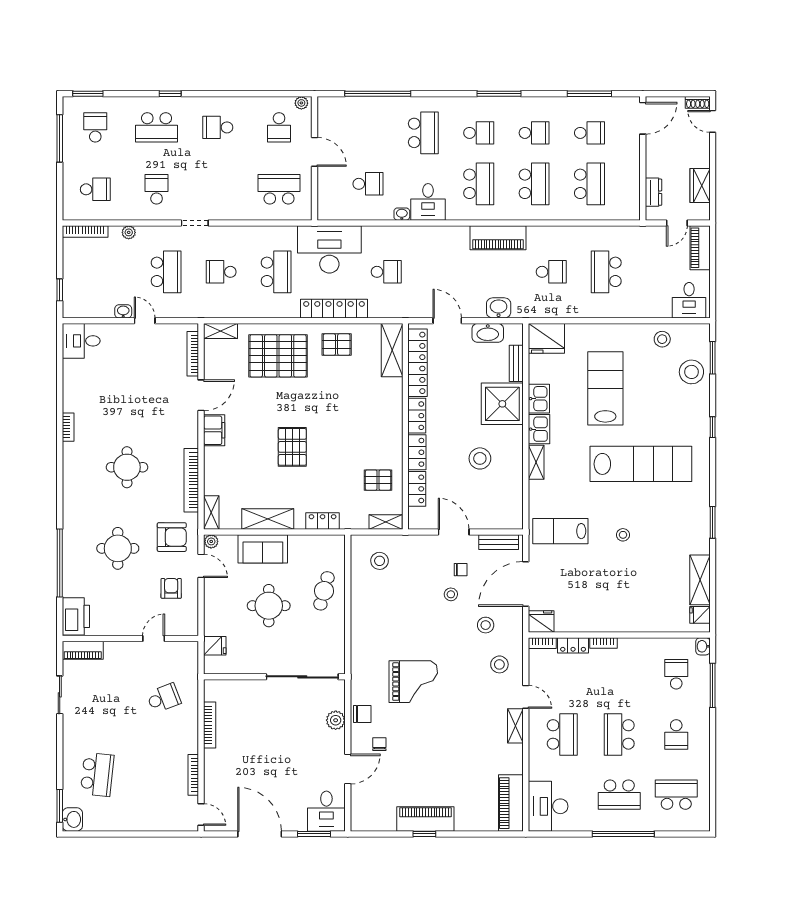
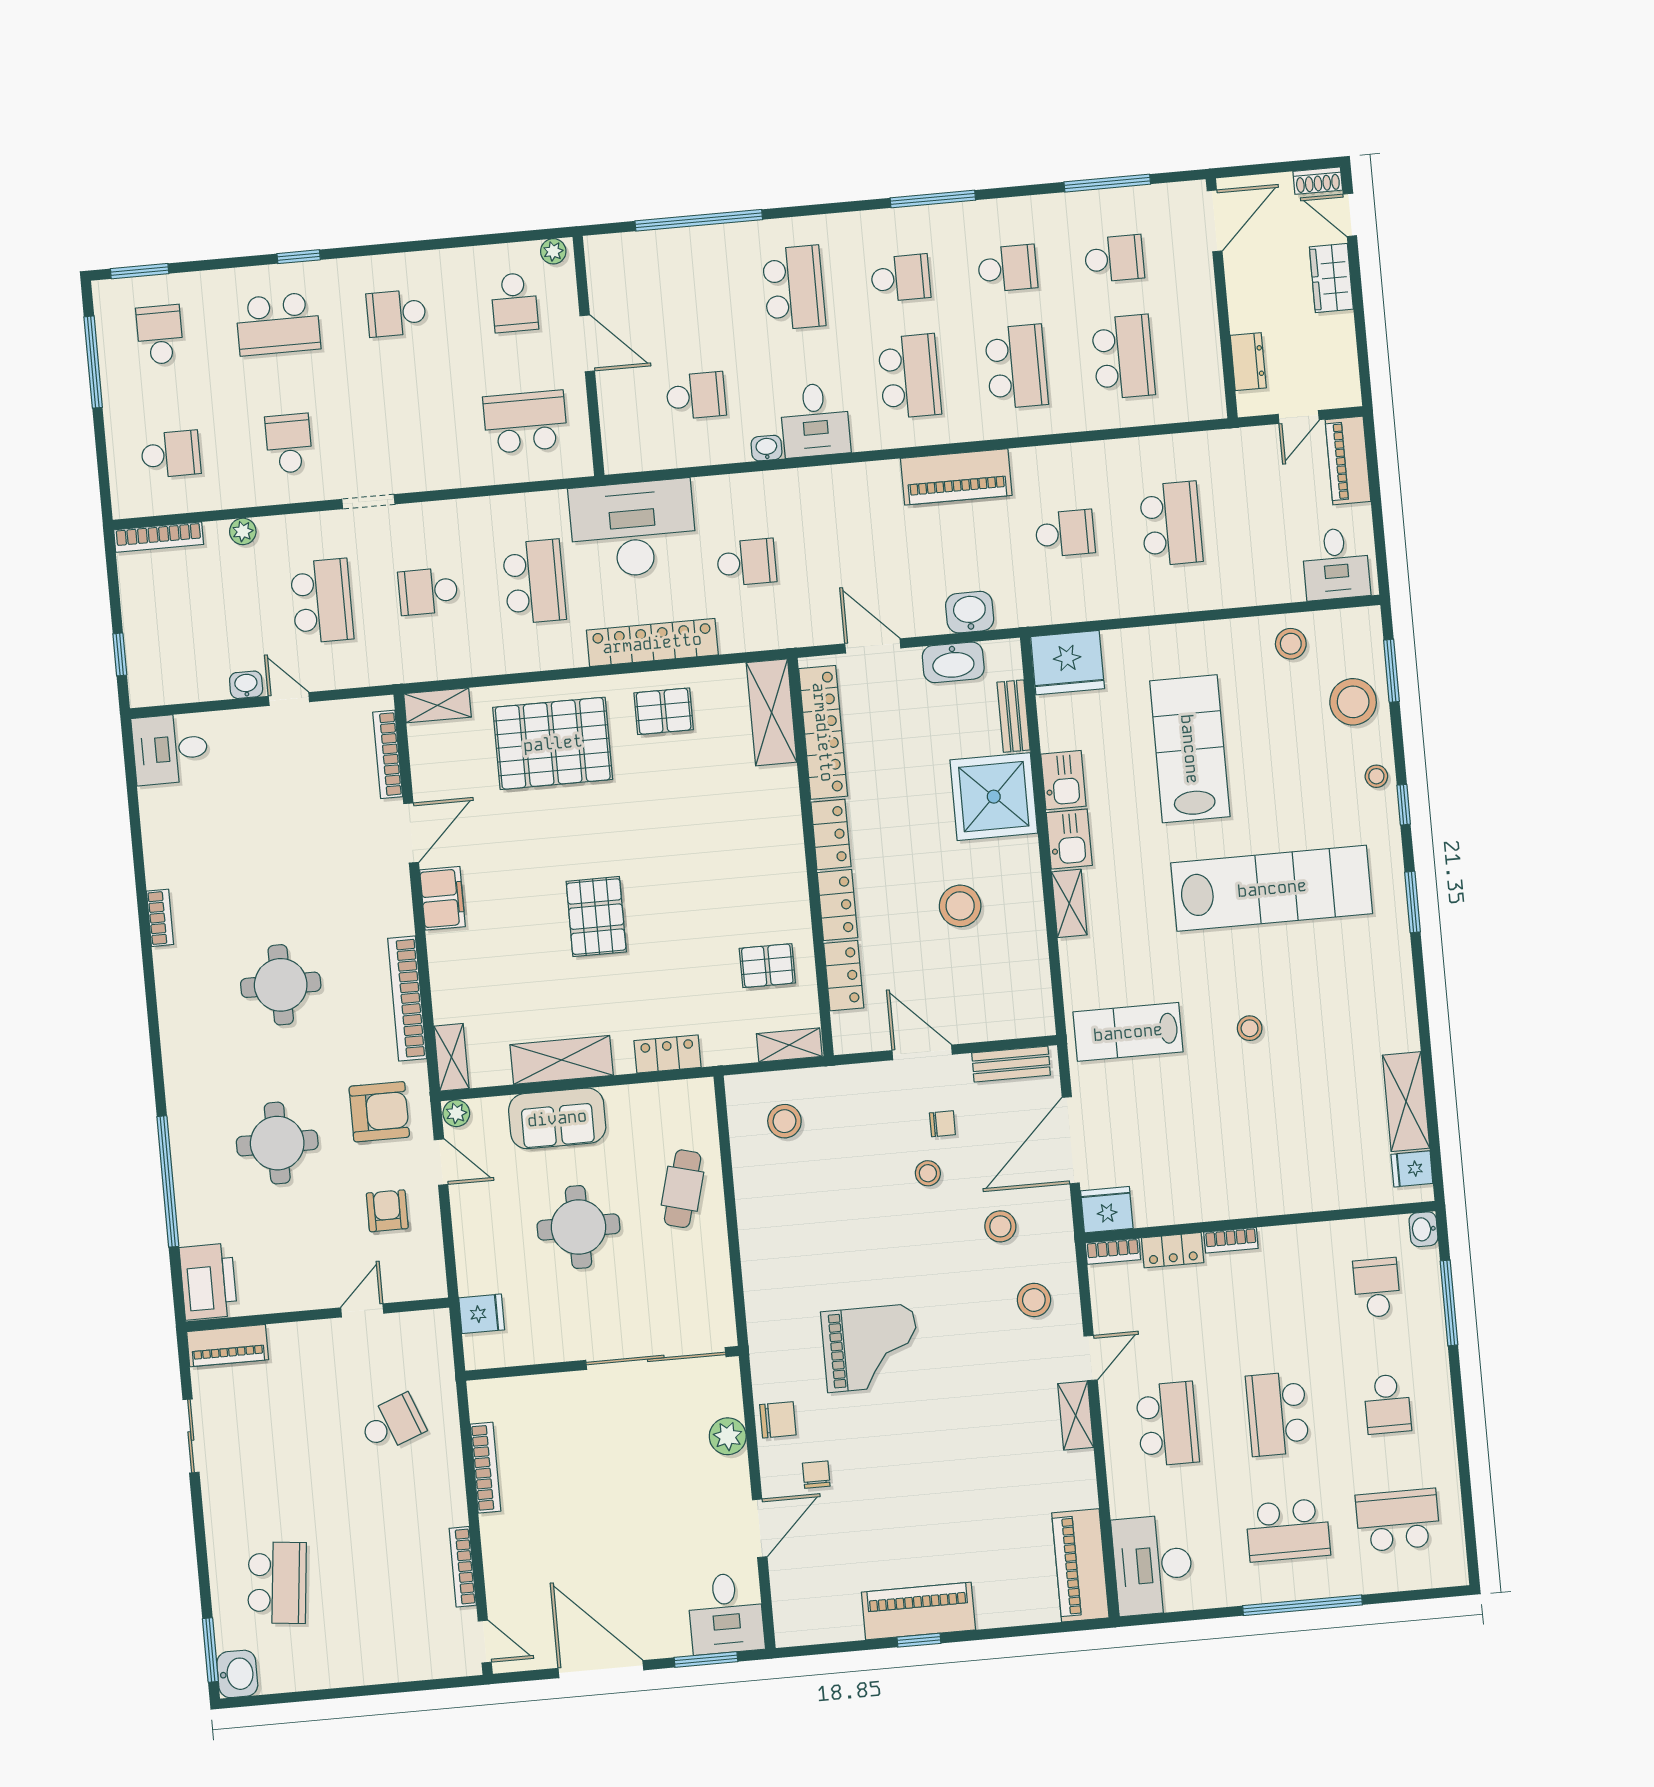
wardrobe: (700, 186) -> (1331, 278), moved
school desk: (606, 272) -> (1171, 524), turned 180
stool: (700, 411) -> (1376, 776), added
window: (713, 522) -> (1412, 902), moved
door: (526, 697) -> (1091, 1358), hinge flipped

